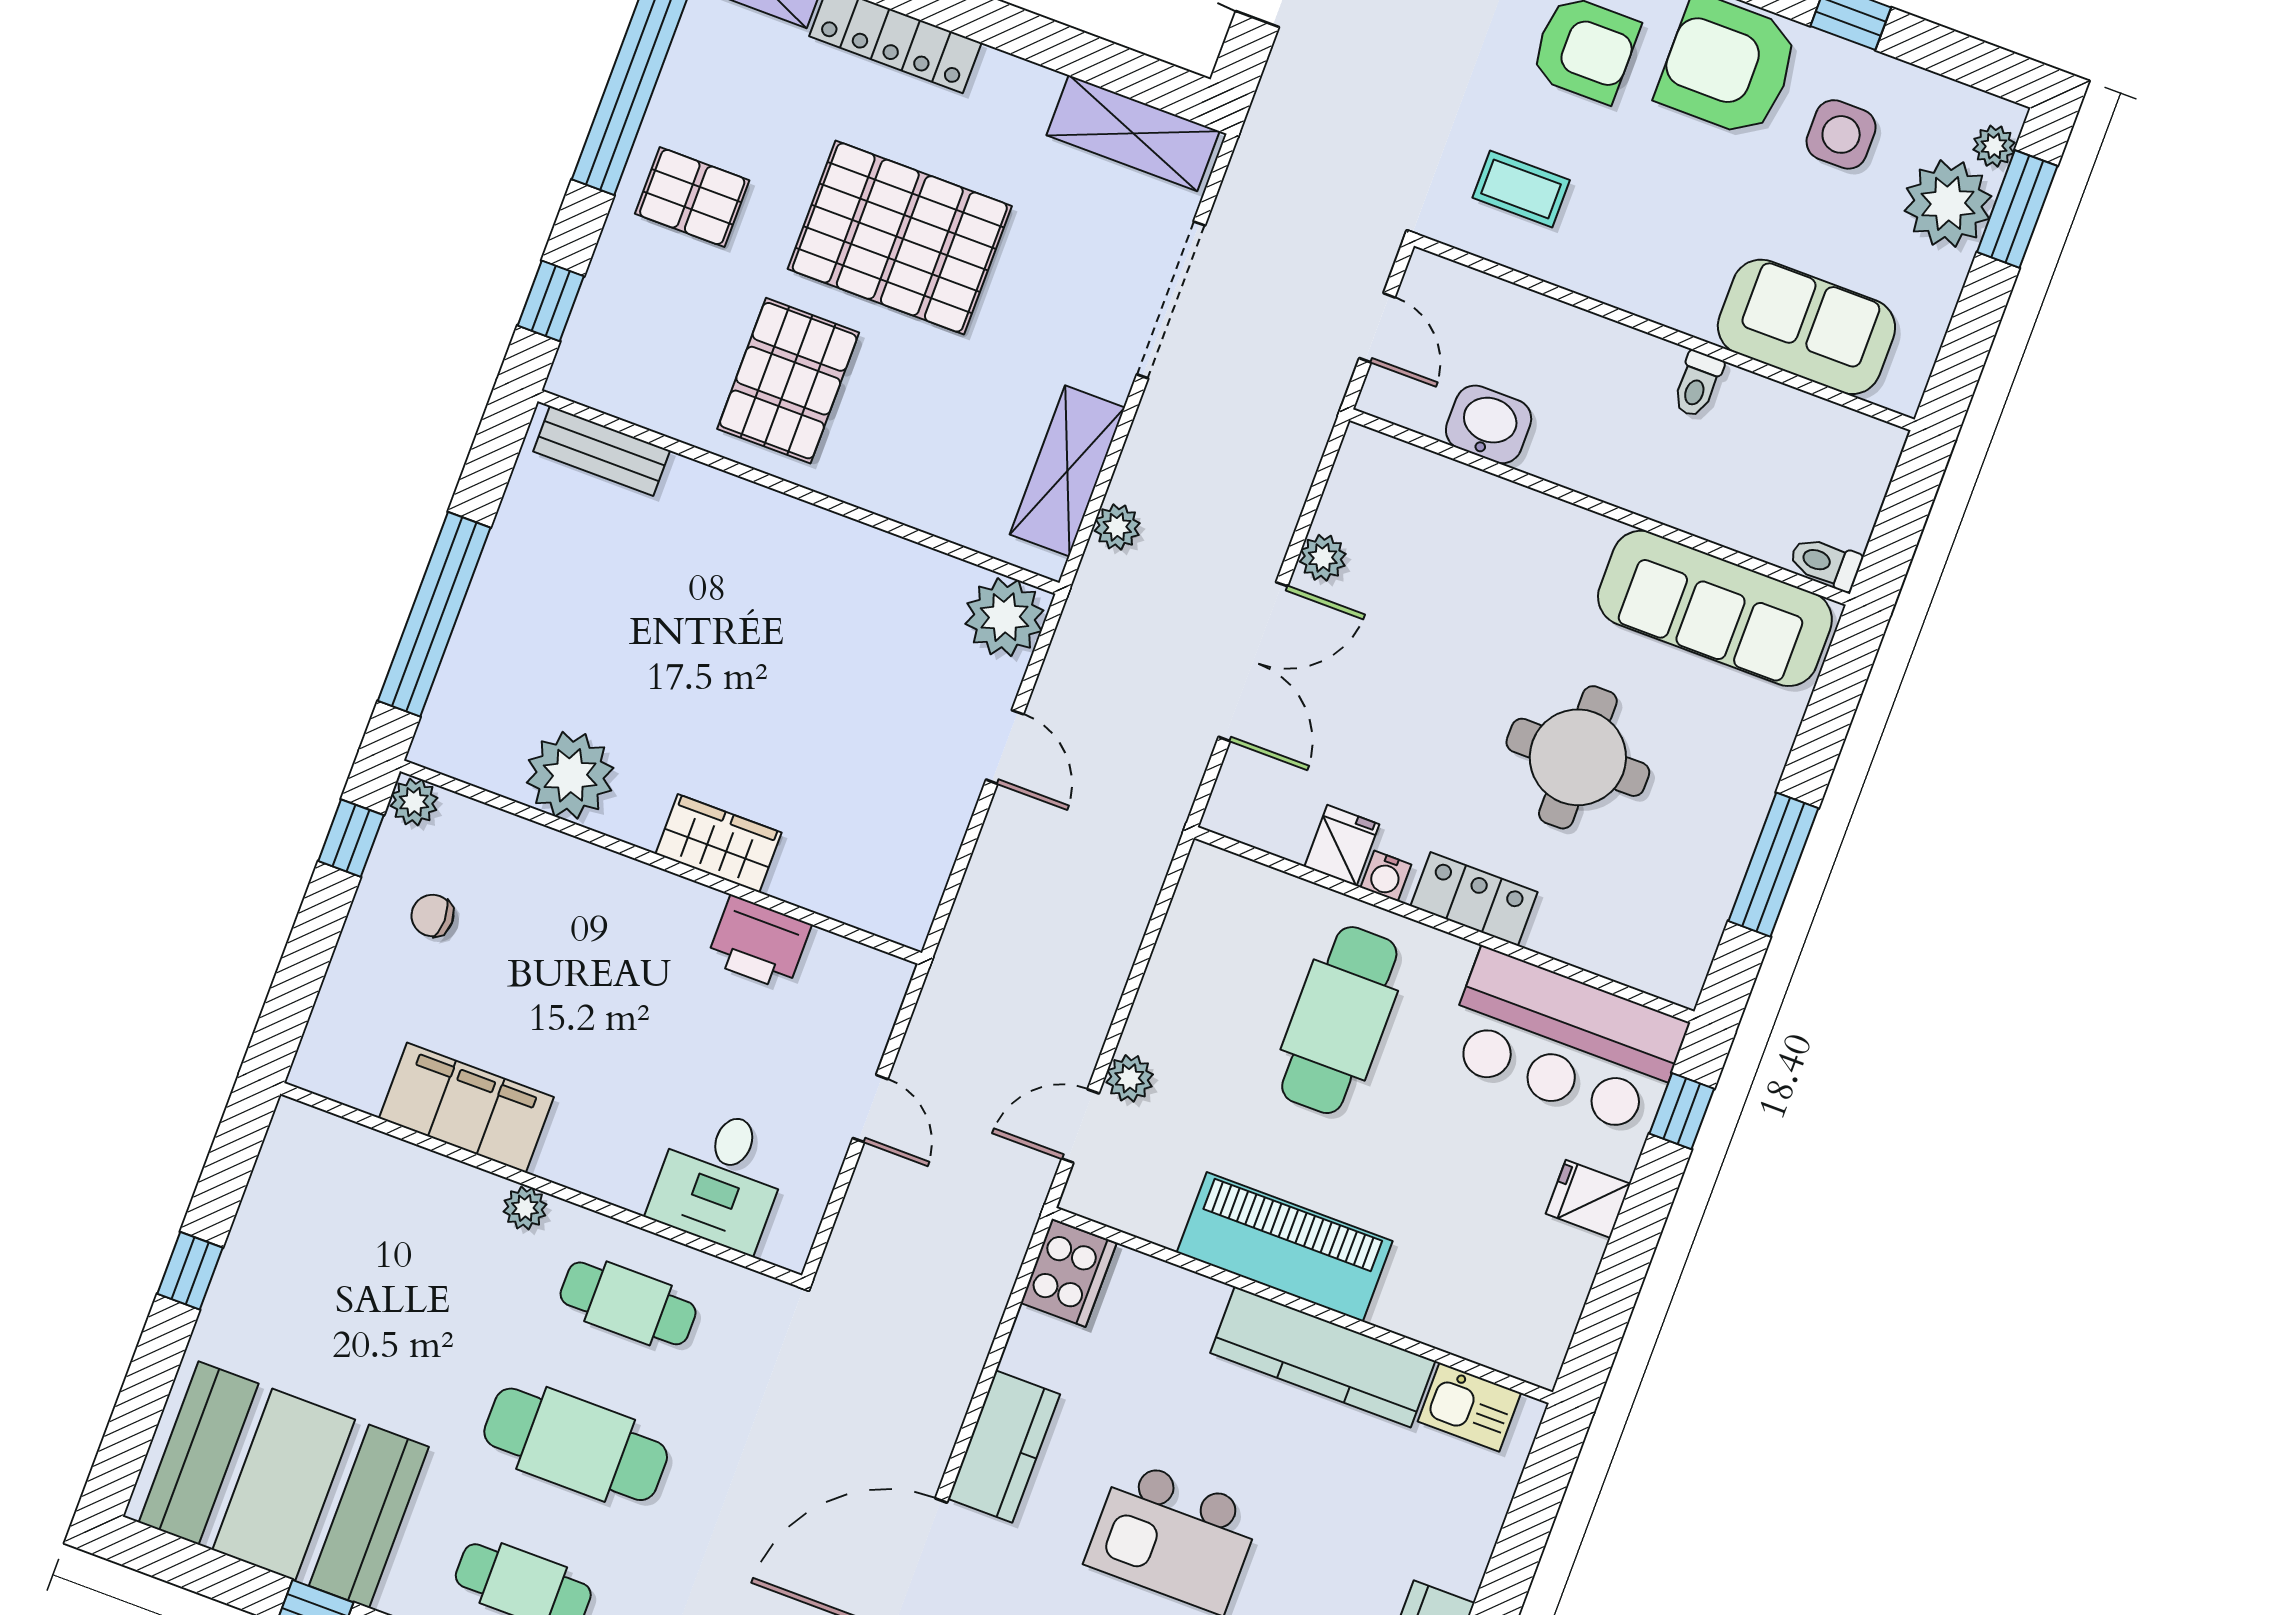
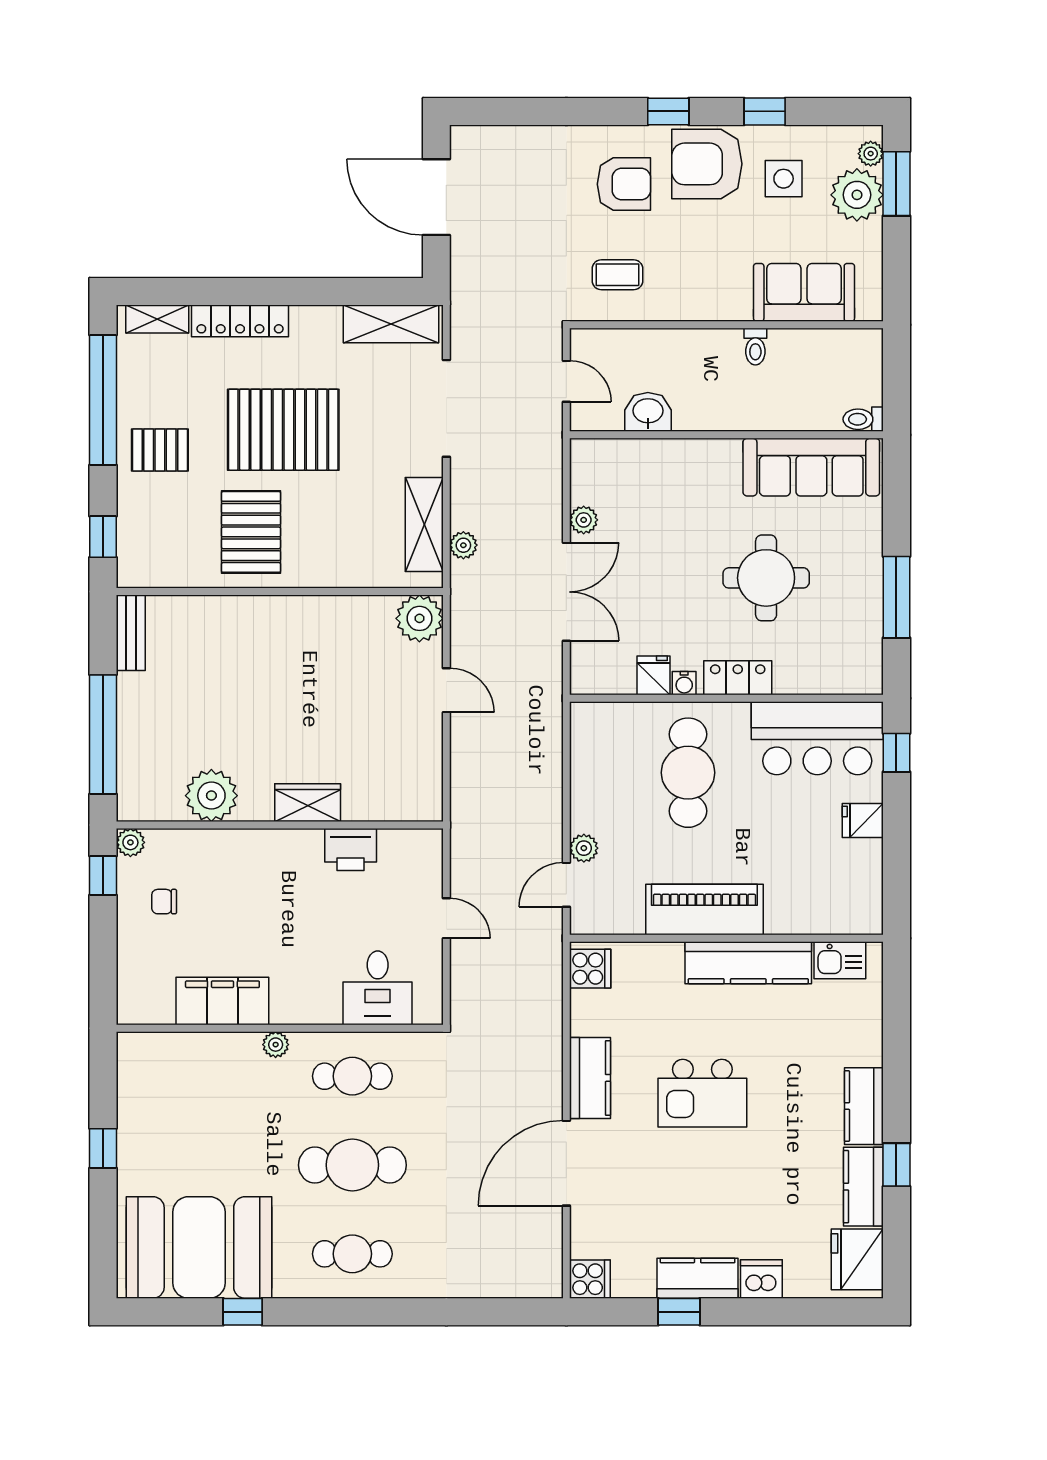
bench: (602, 451) -> (131, 633), moved, turned 90
cooker: (1069, 1273) -> (590, 969), width x0.73

